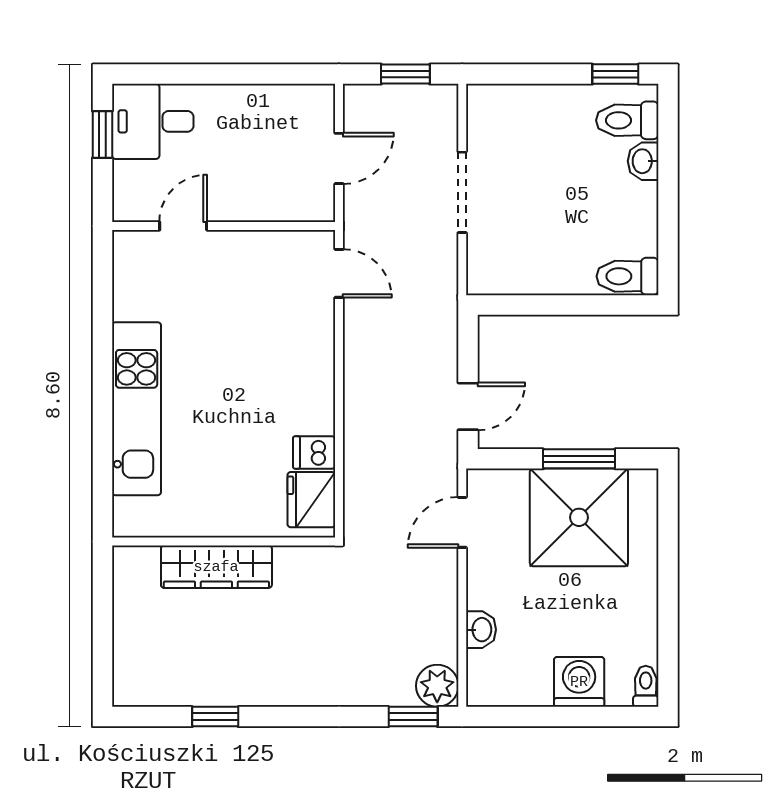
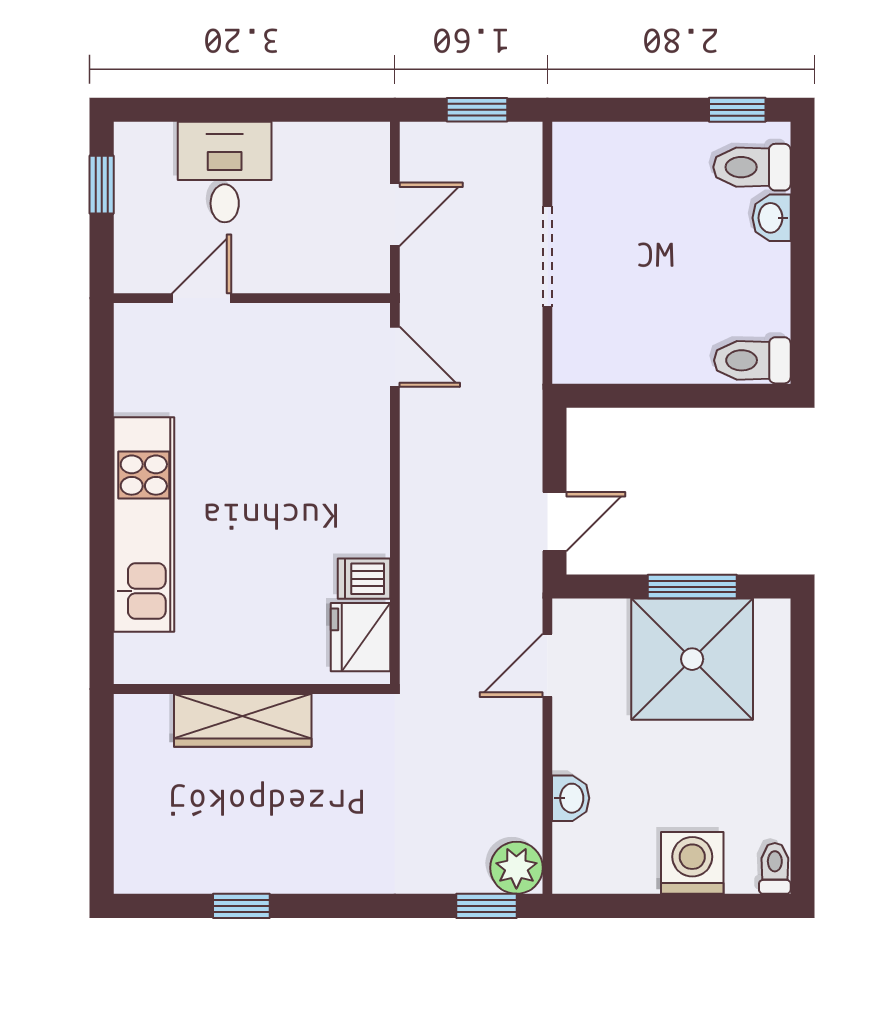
desk: (153, 121) -> (225, 172), moved, turned 90

